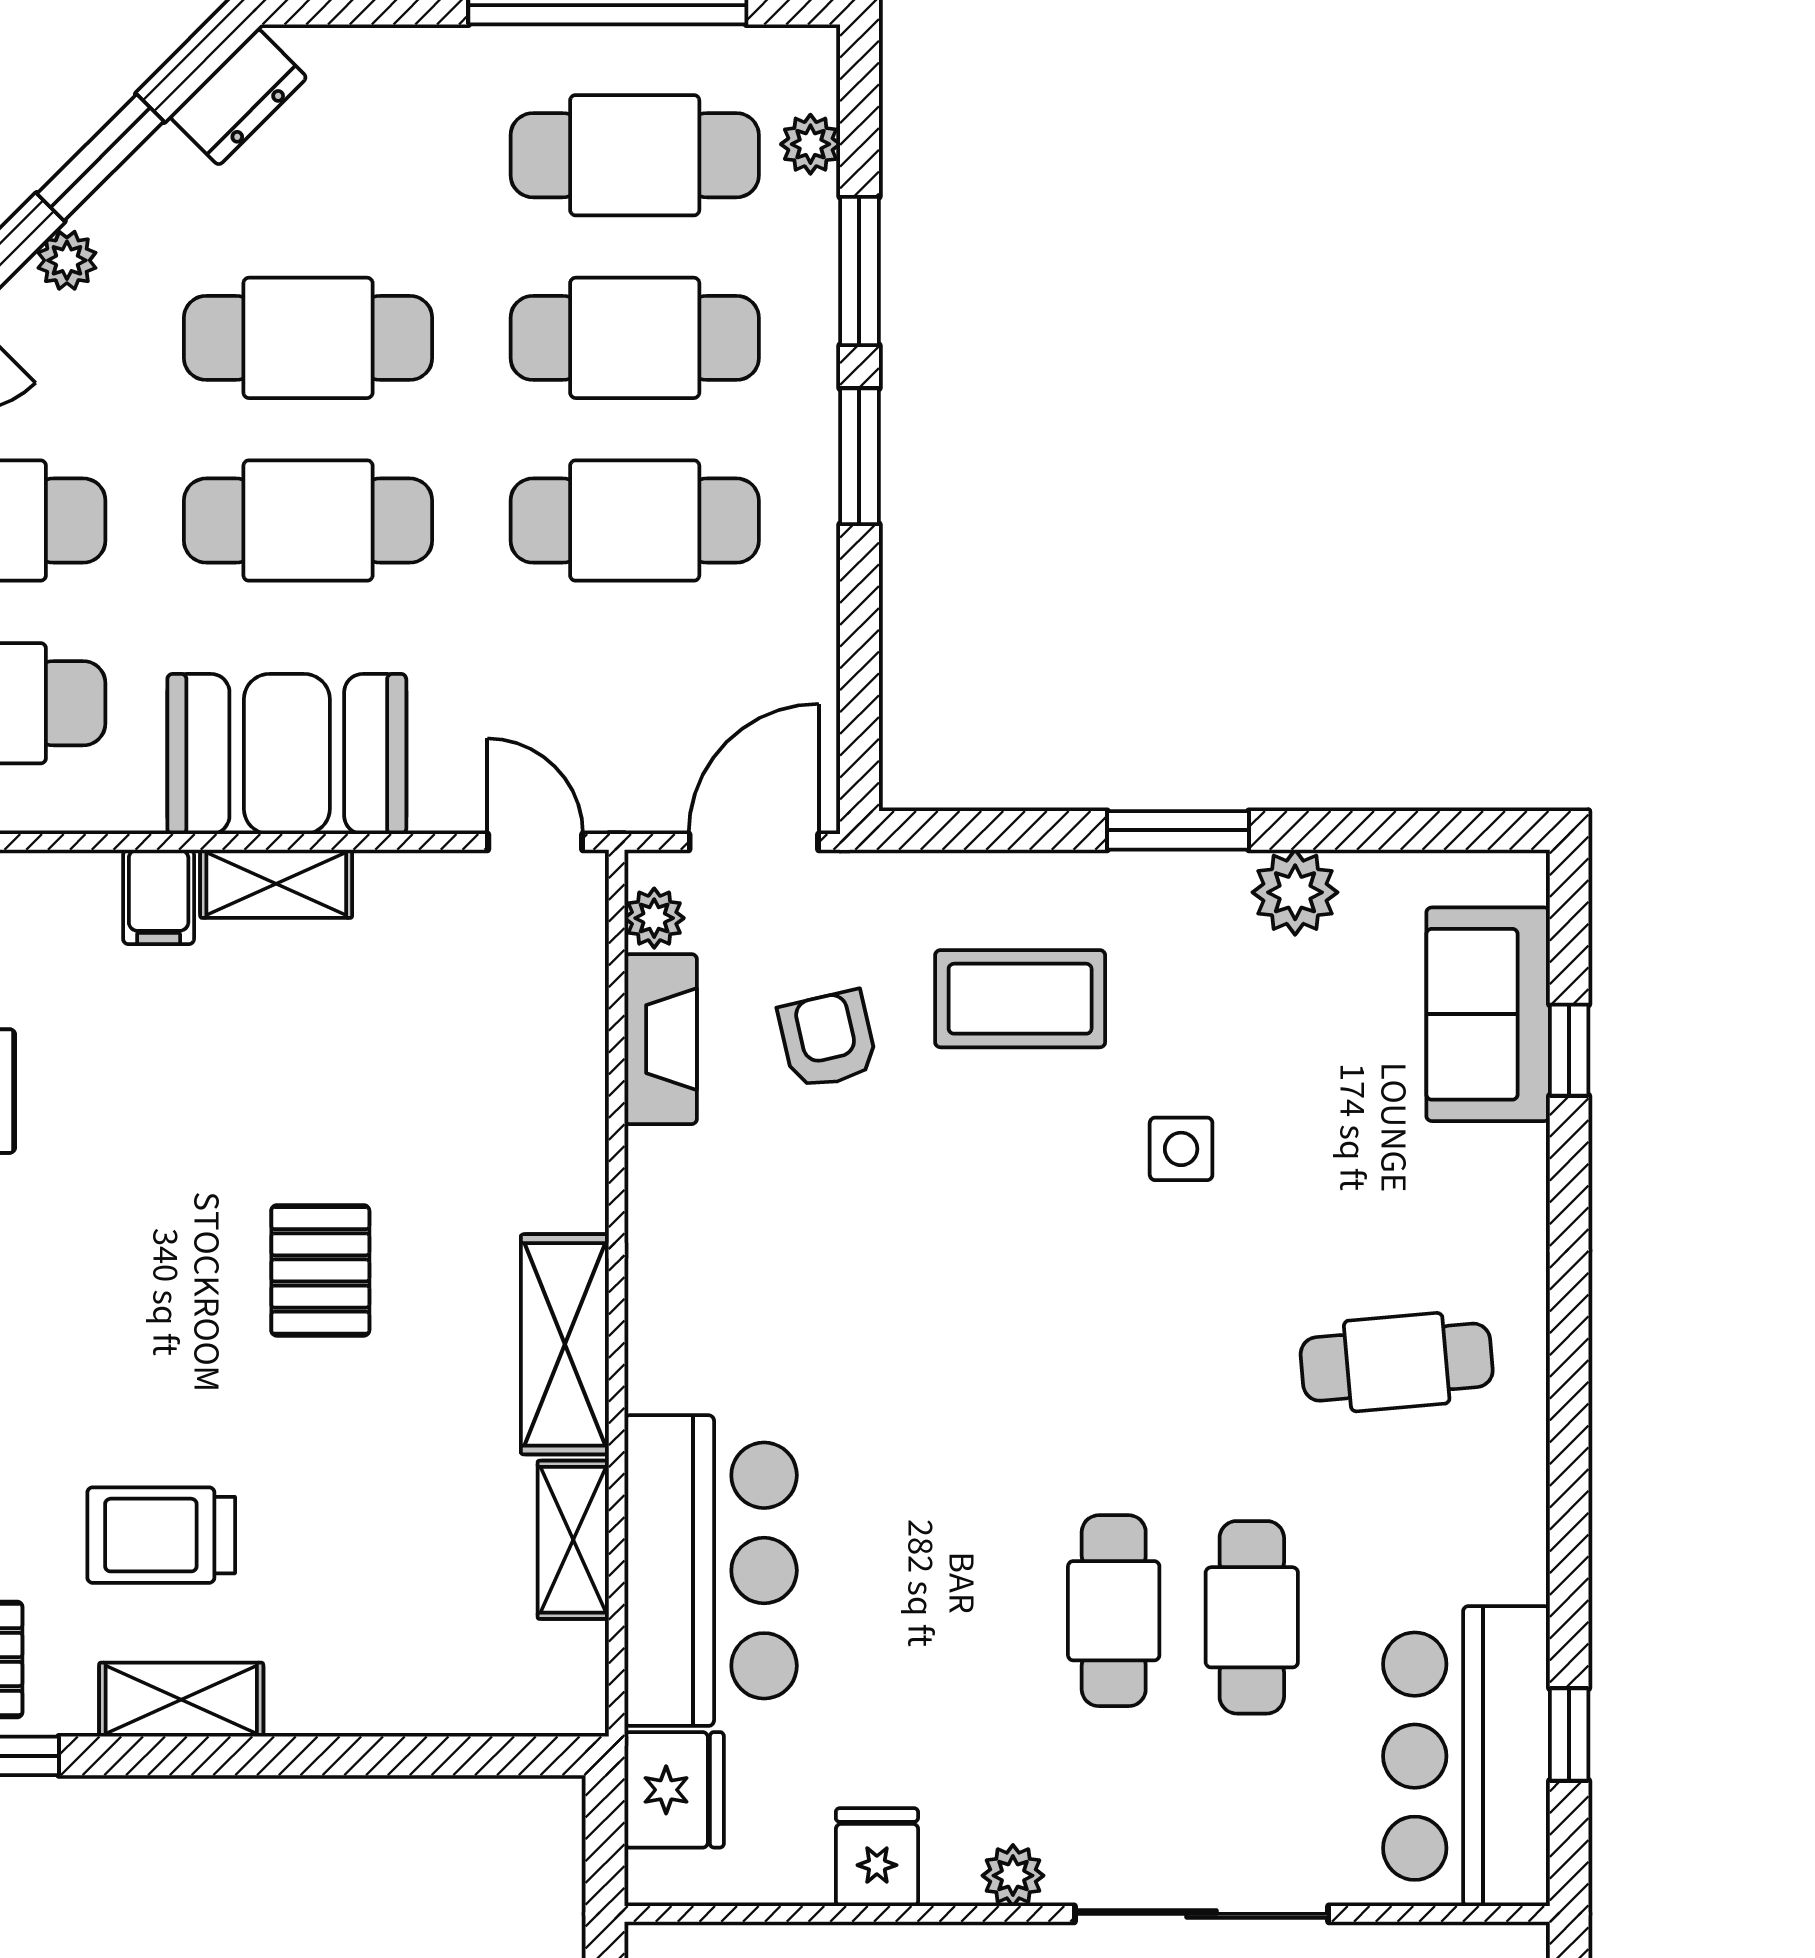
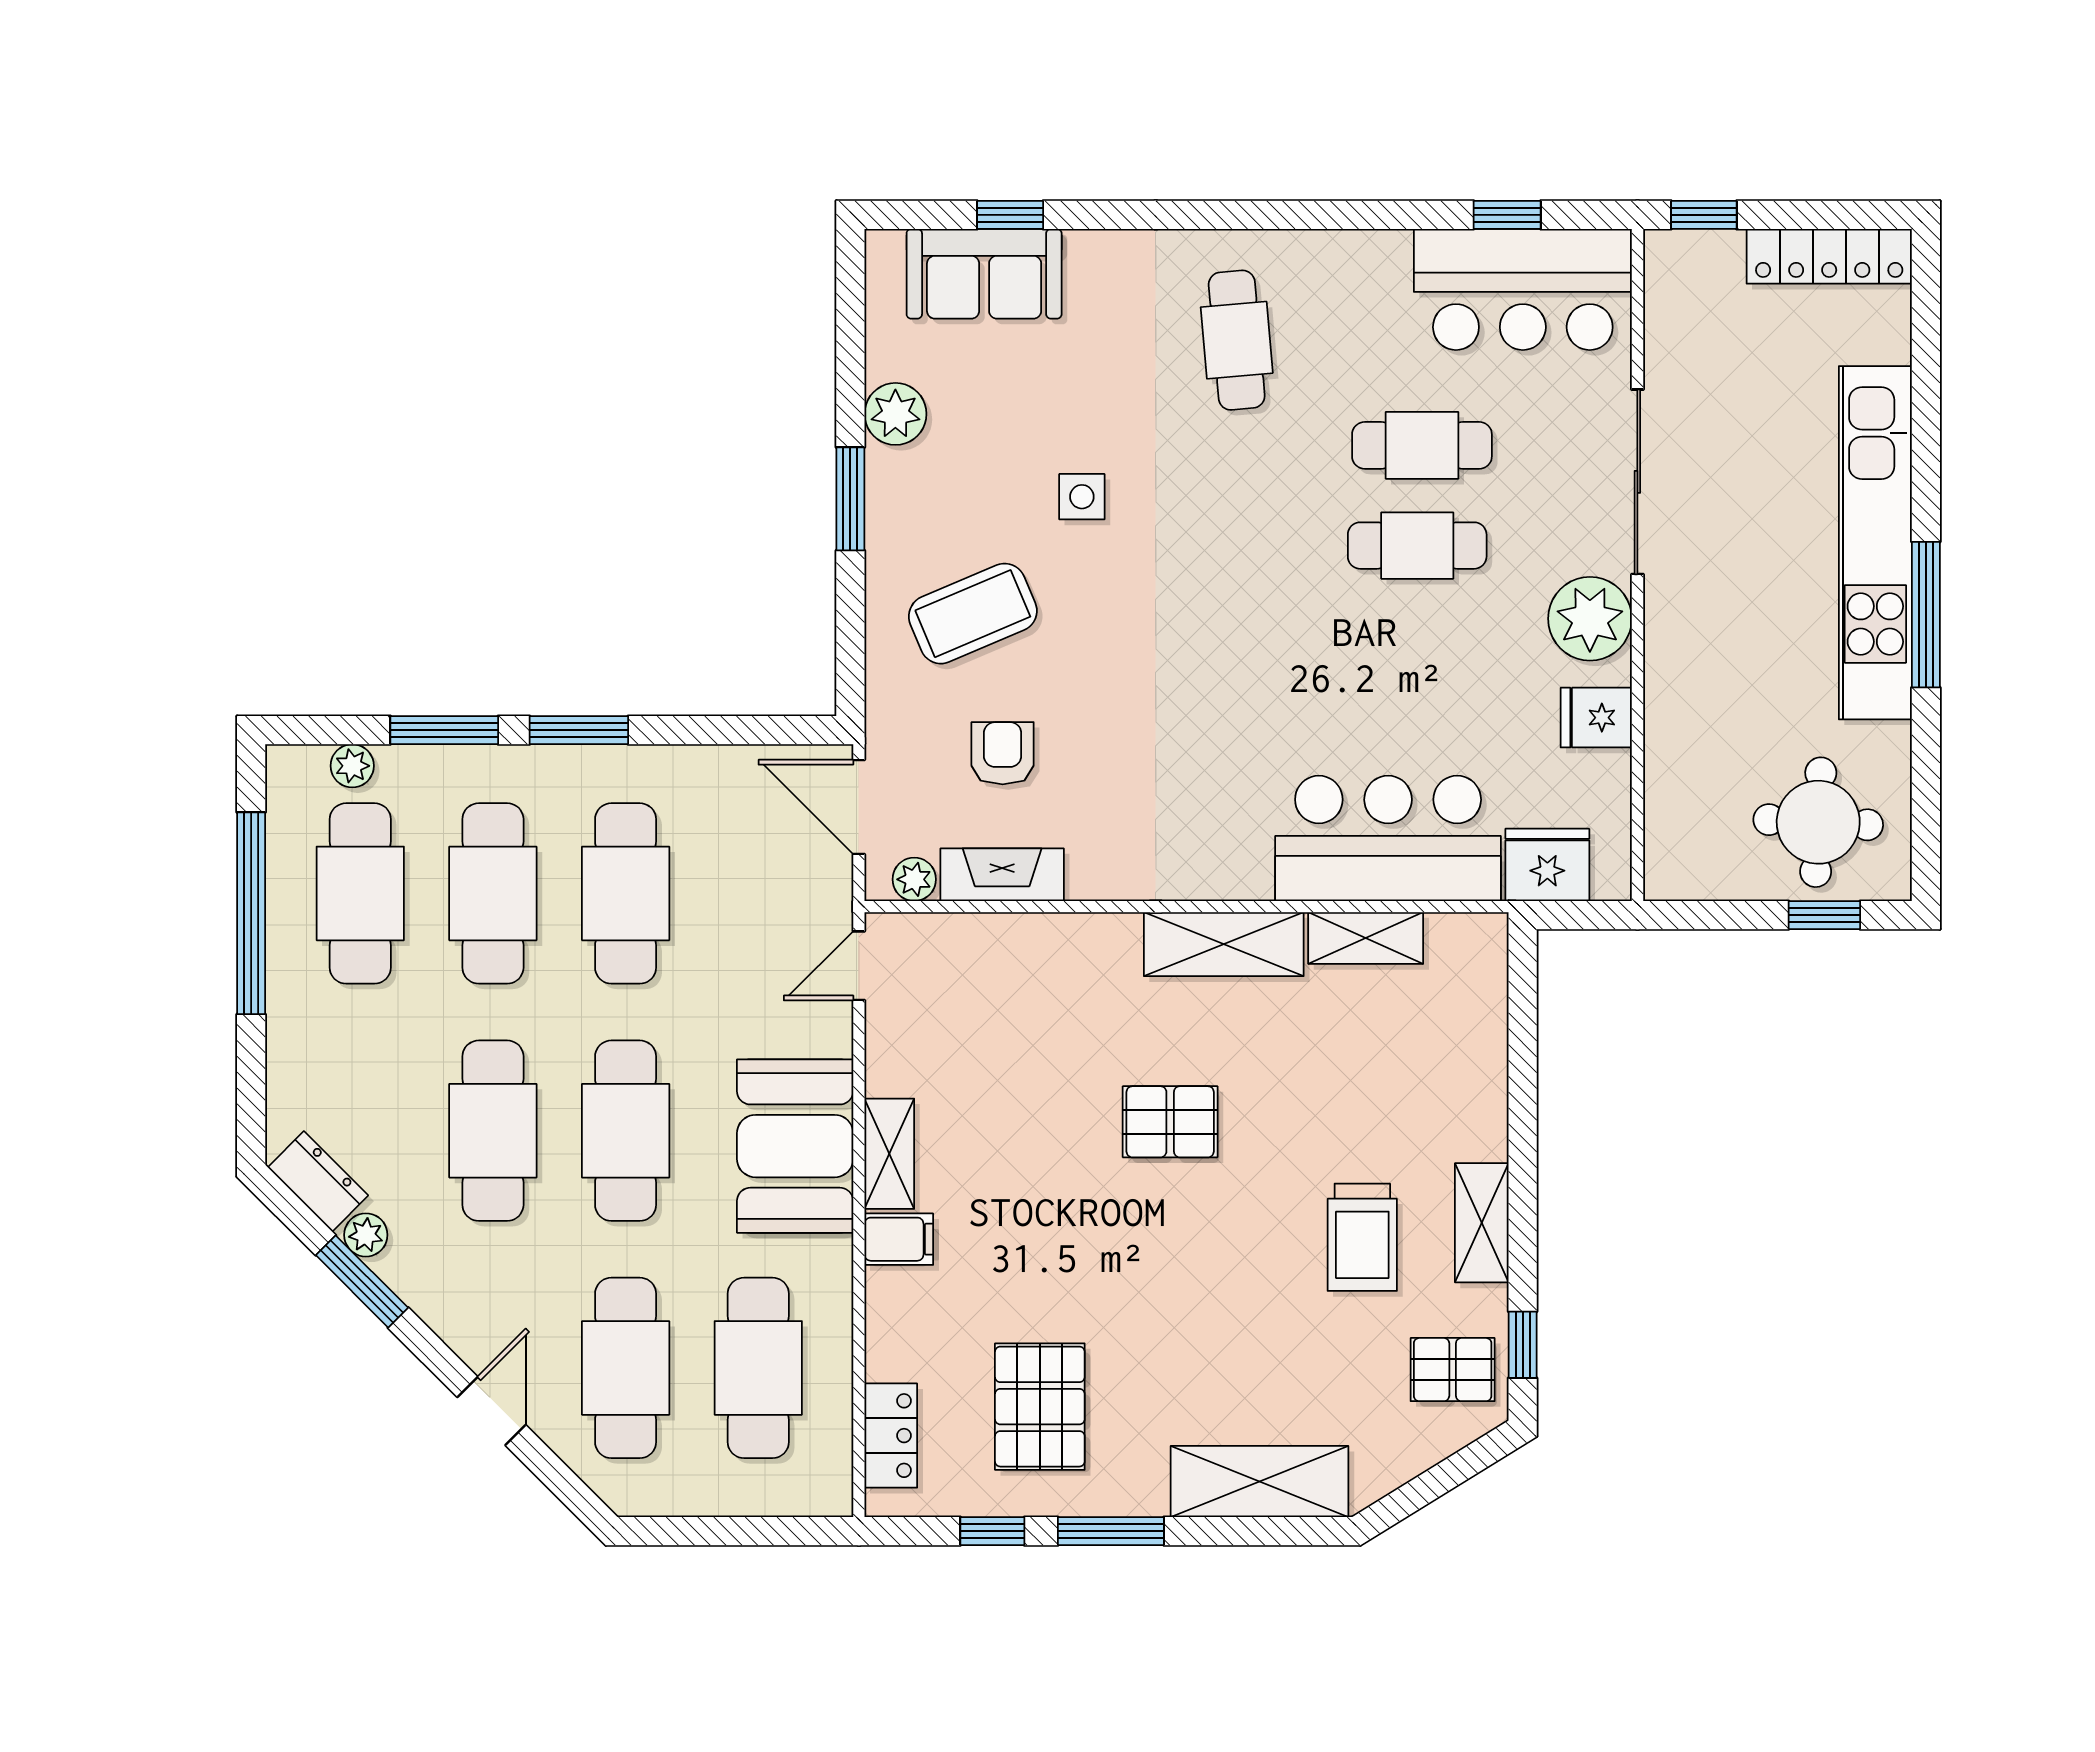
plant: (67, 260) -> (366, 1235), moved
coffee table: (1020, 999) -> (973, 614), turned 67
armchair: (828, 1040) -> (1003, 753), turned 103
plant: (1013, 1876) -> (1590, 619), width x1.88, depth x1.88

